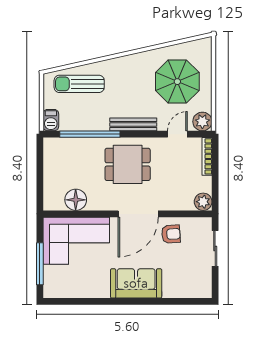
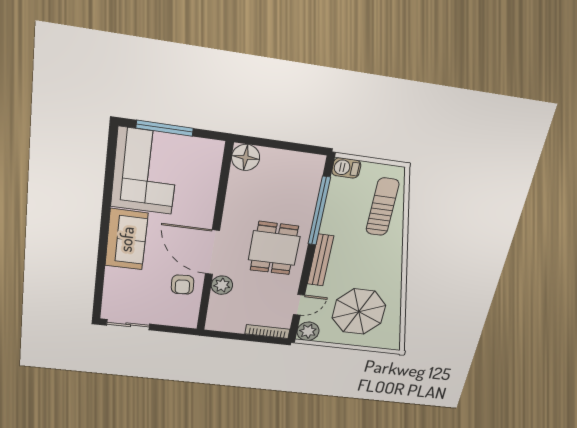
door: (177, 134) -> (299, 305), hinge flipped
floor lamp: (76, 200) -> (246, 157), moved
plant: (203, 202) -> (222, 285), moved
corner sofa: (76, 241) -> (145, 171), moved, turned 180
sliding door: (215, 248) -> (128, 325), moved

